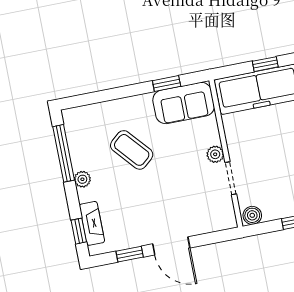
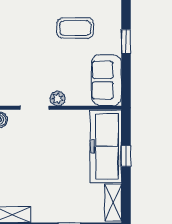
window: (167, 83) -> (126, 41), moved
coffee table: (132, 150) -> (75, 28), turned 41

